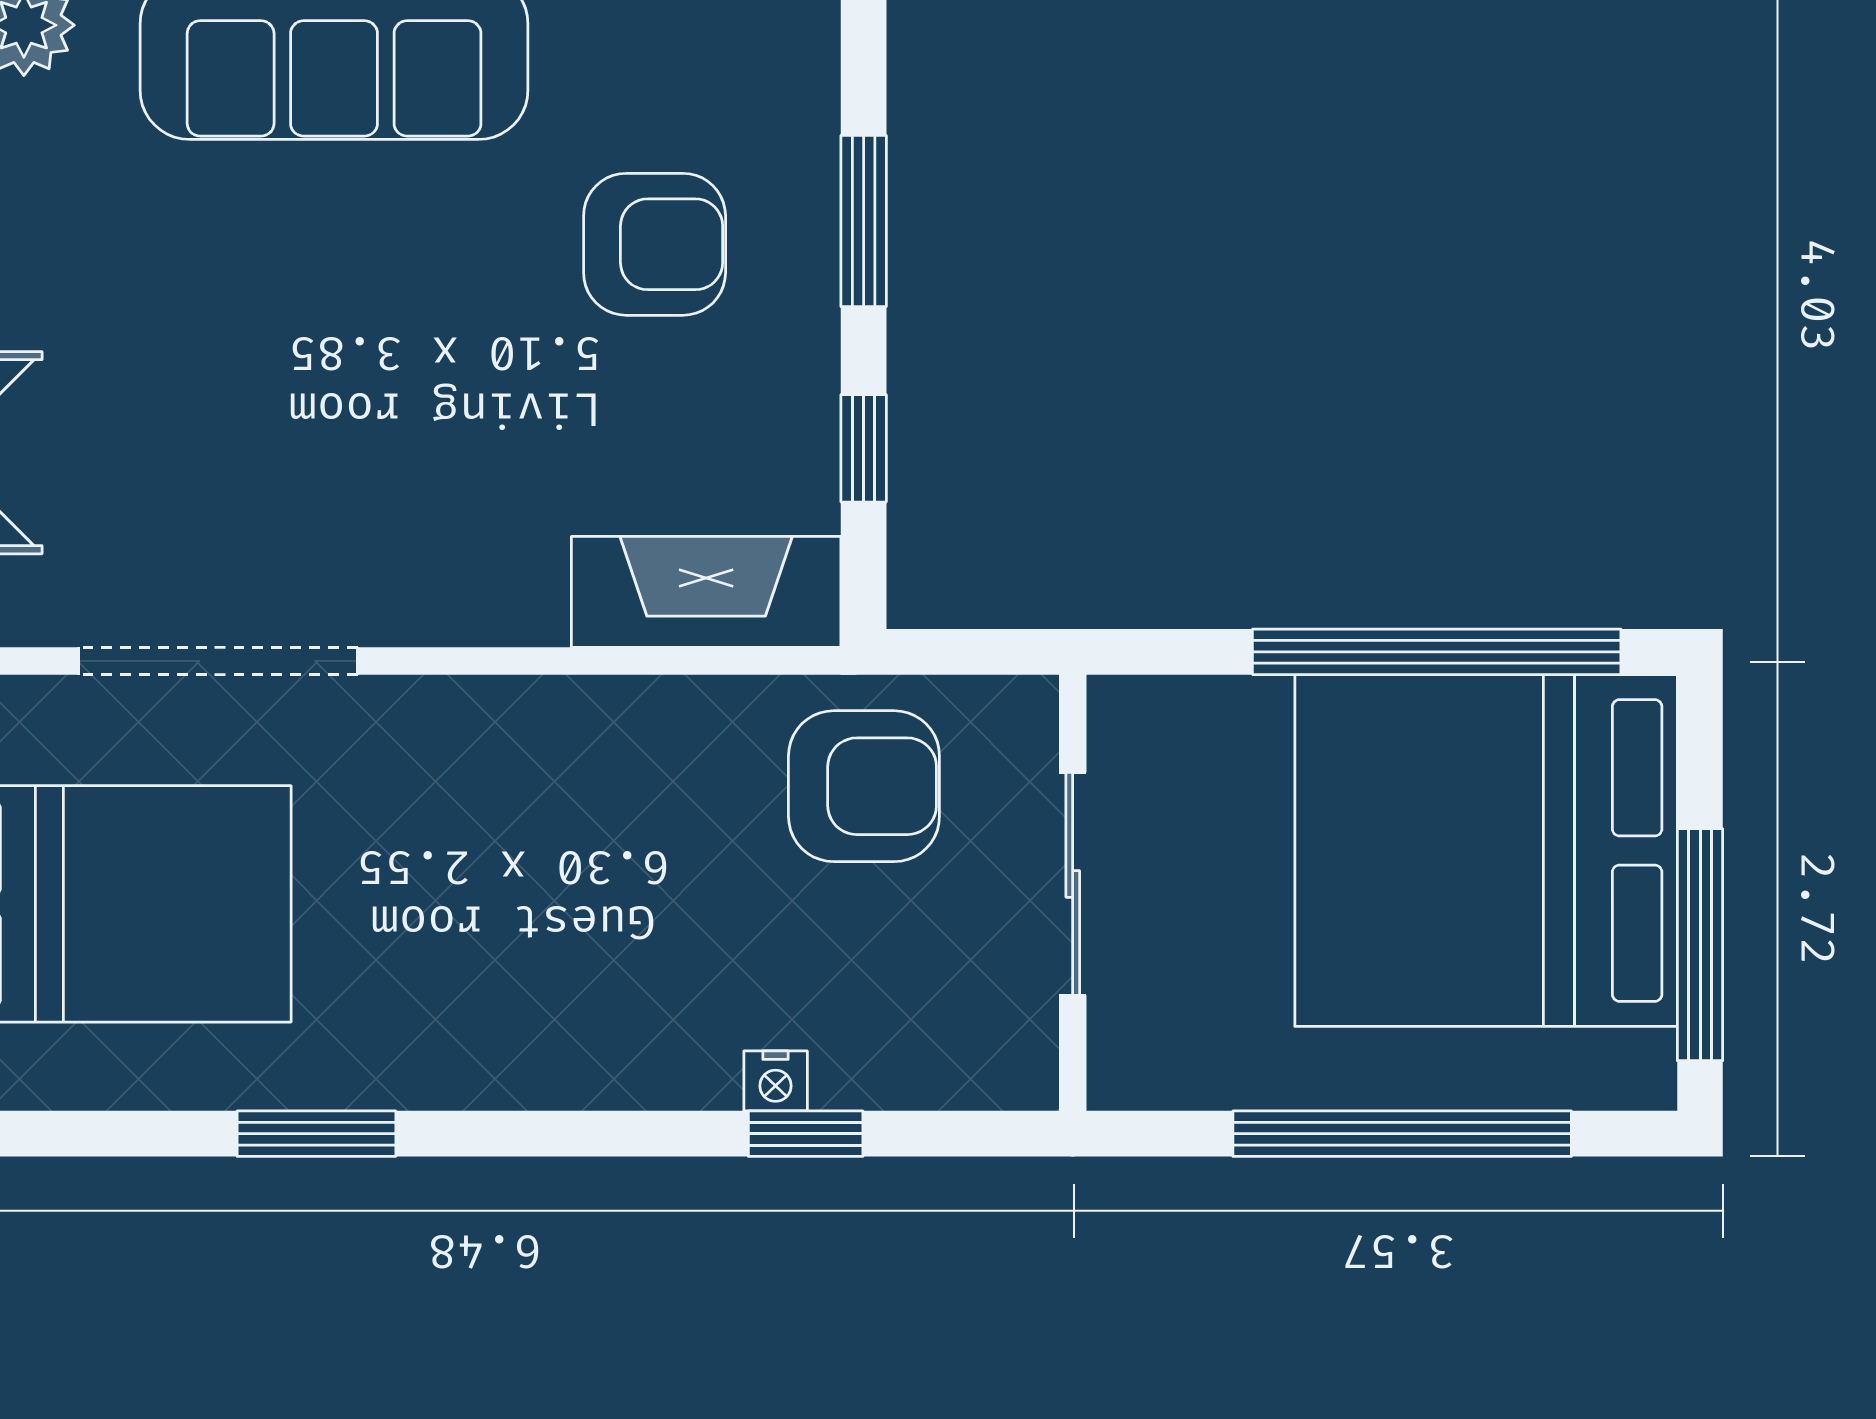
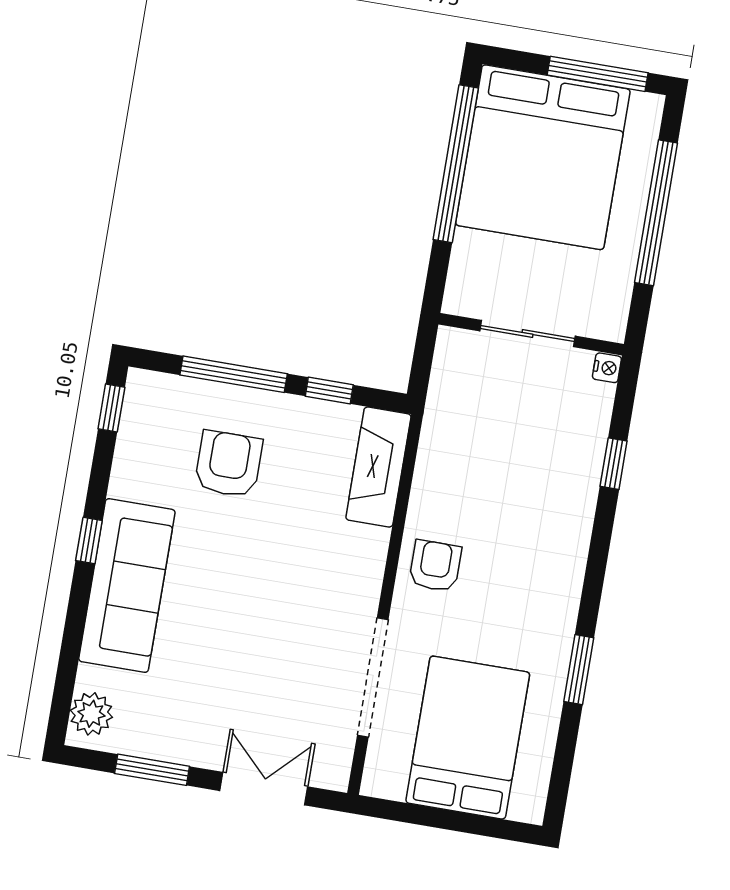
window: (864, 221) -> (234, 374), width x1.44
armchair: (864, 786) -> (435, 566), moved, width x0.72, depth x0.72
nightstand: (776, 1081) -> (607, 368), moved

